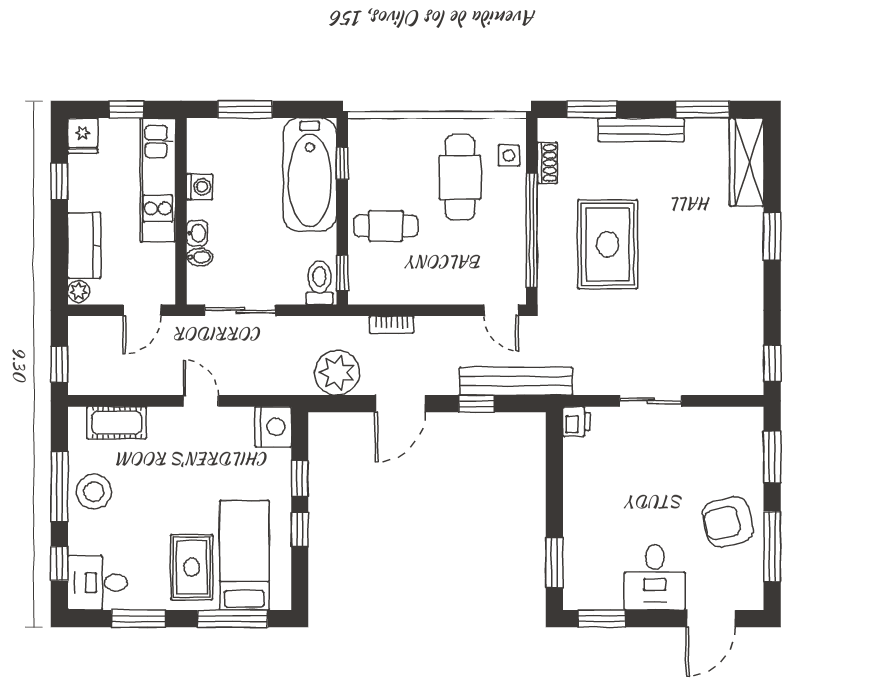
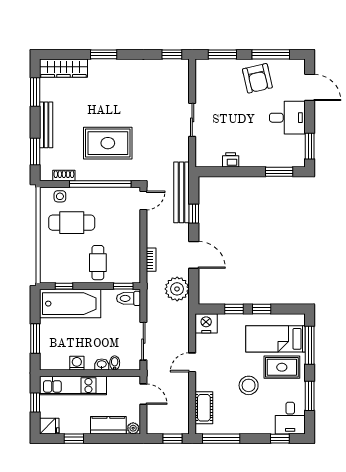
printer: (576, 421) -> (231, 160), moved
window: (59, 487) -> (221, 439), moved
stool: (94, 492) -> (249, 385), moved

